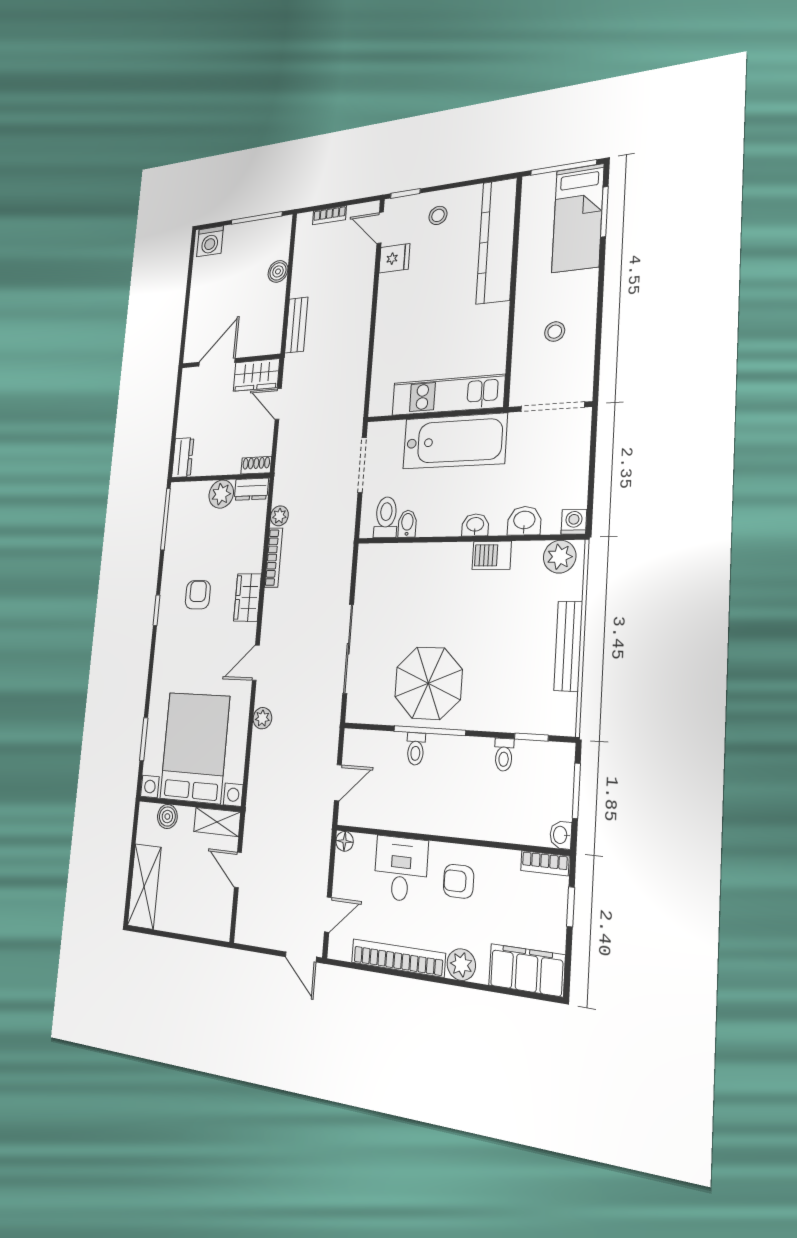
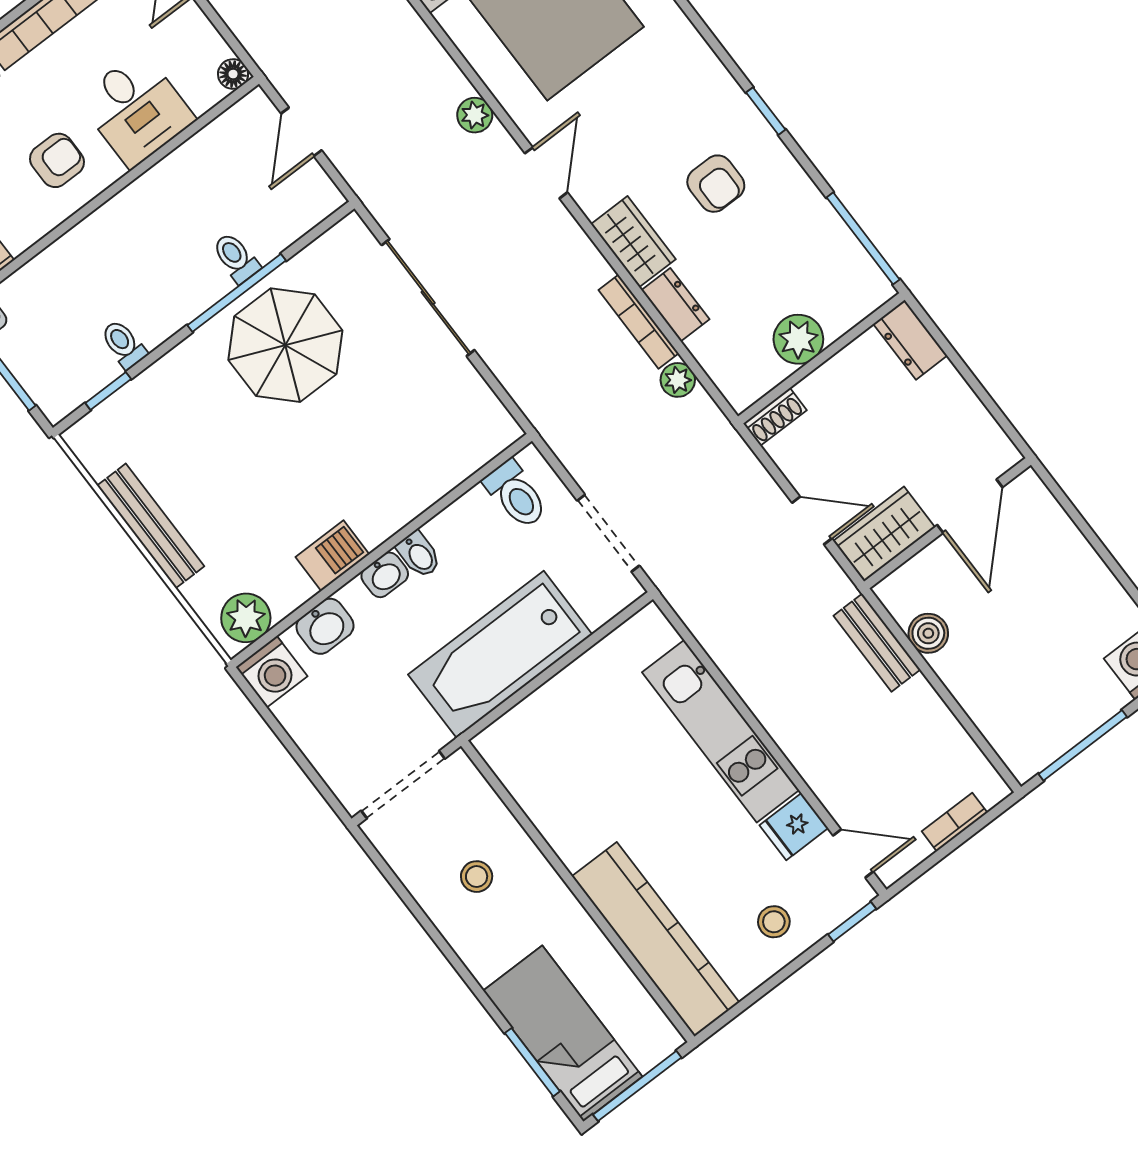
boiler: (278, 271) -> (928, 633), moved
kitchen unit: (448, 395) -> (721, 731), moved, turned 90
dresser: (251, 489) -> (675, 305), moved, turned 90
washing machine: (574, 522) -> (272, 672), width x1.38, depth x1.38
bidet: (407, 524) -> (419, 555), moved

